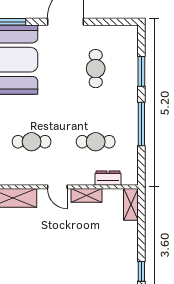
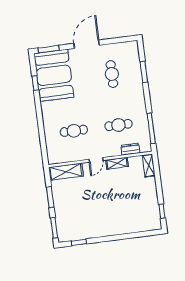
window: (141, 124) -> (151, 128), moved
door: (57, 187) -> (96, 160), hinge flipped

